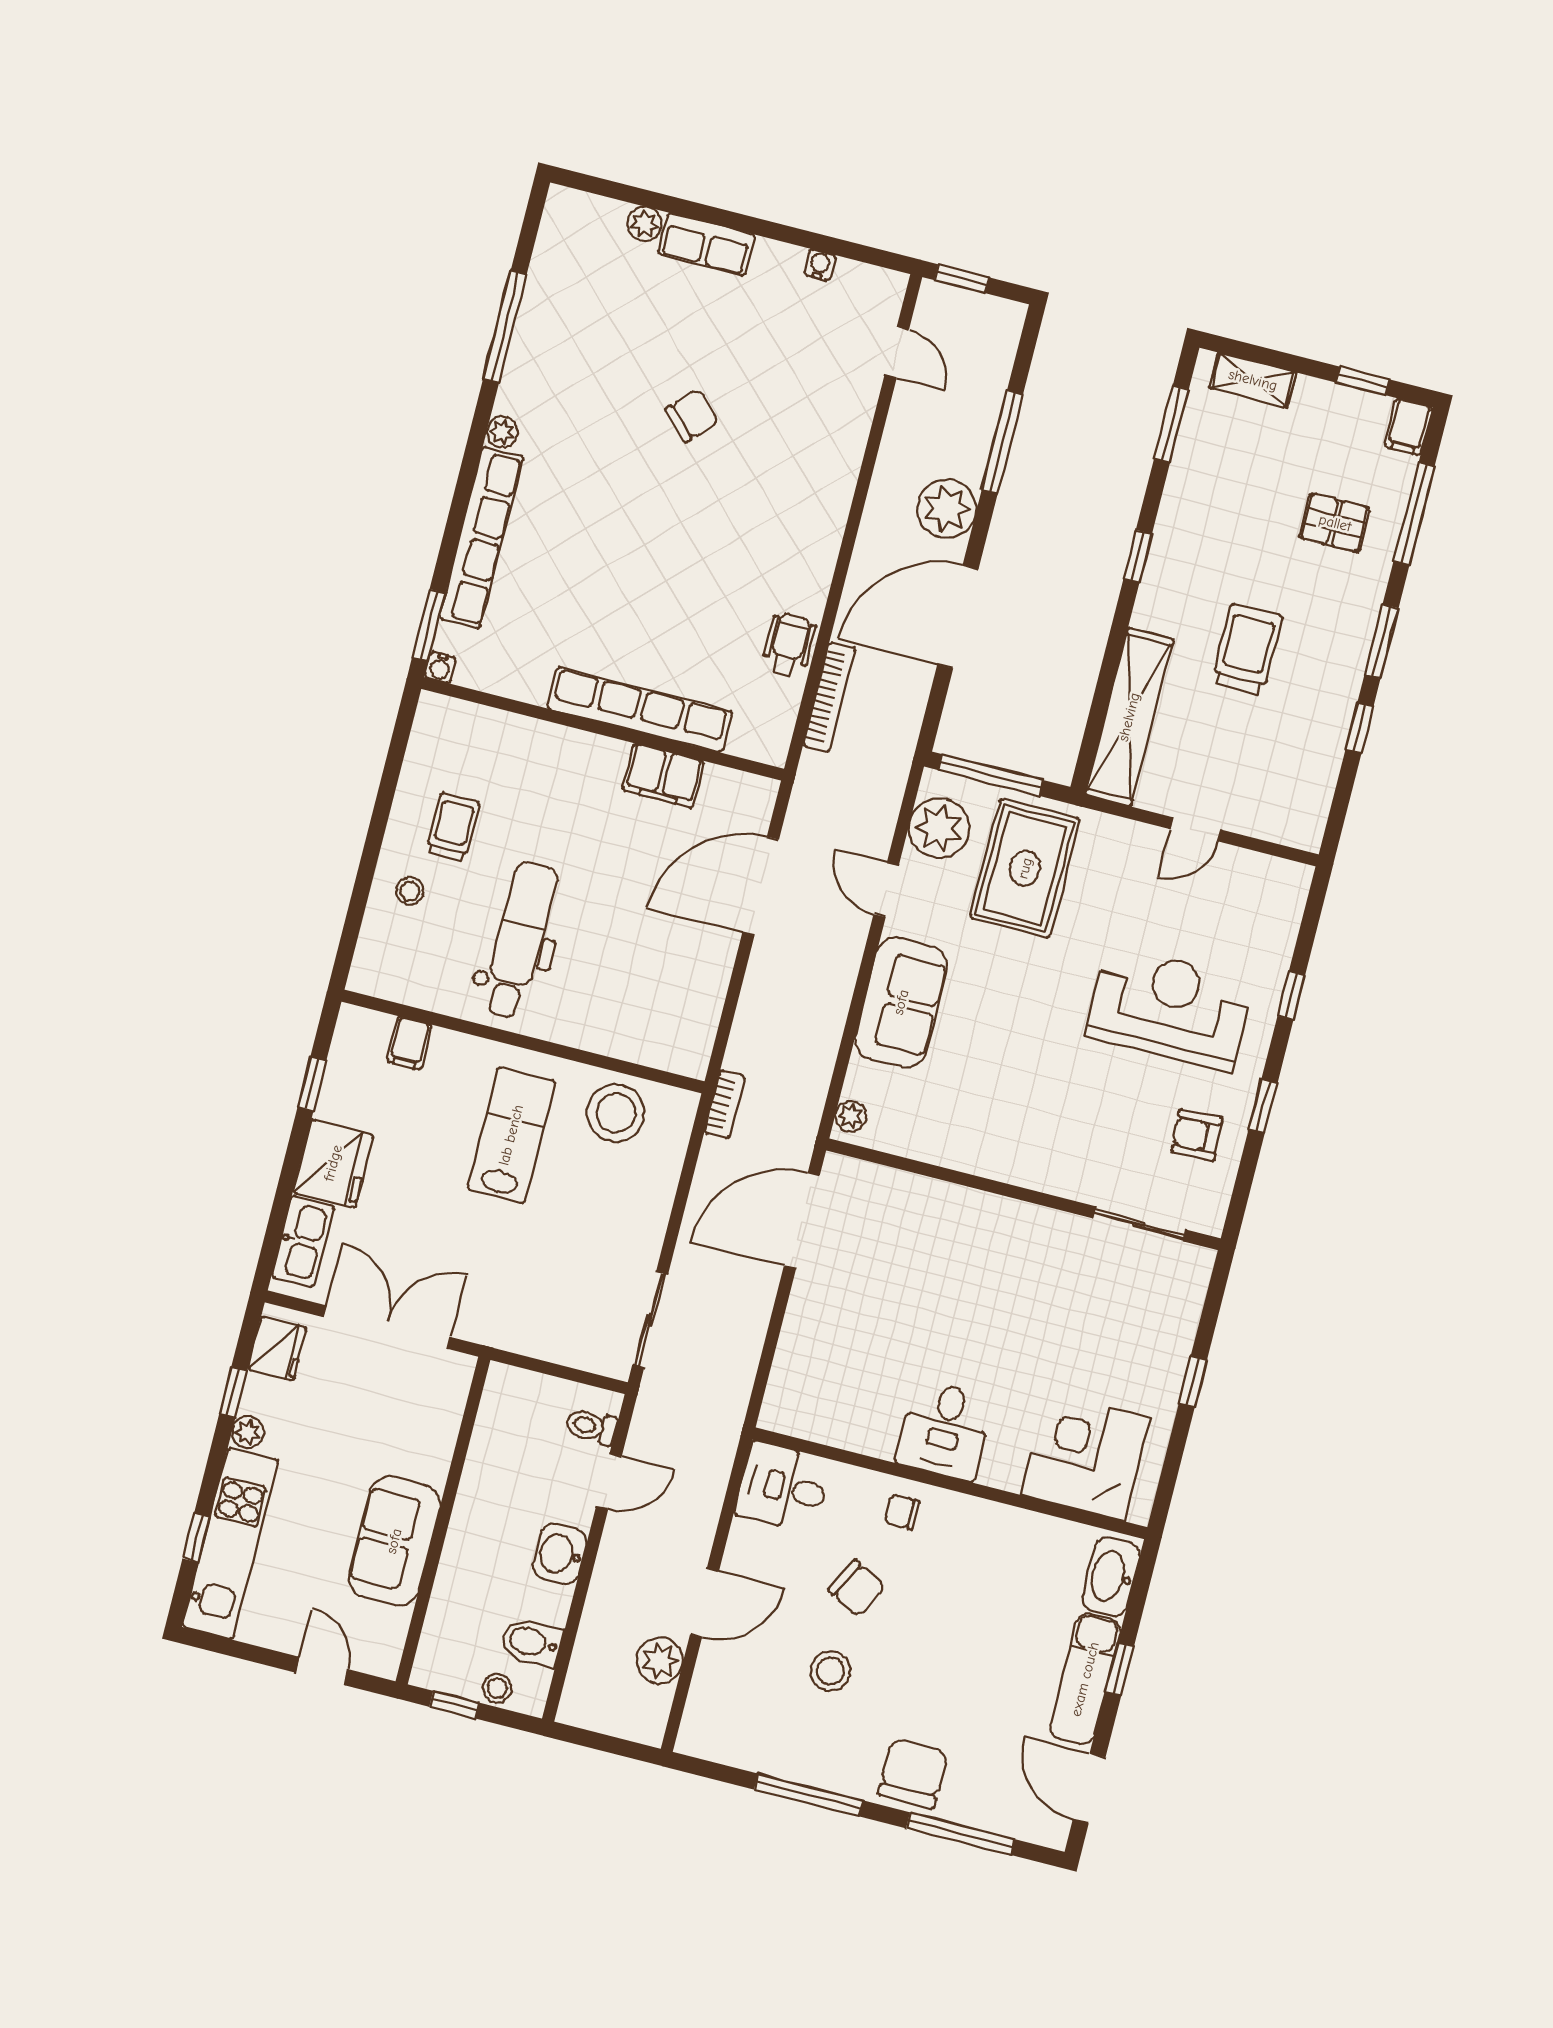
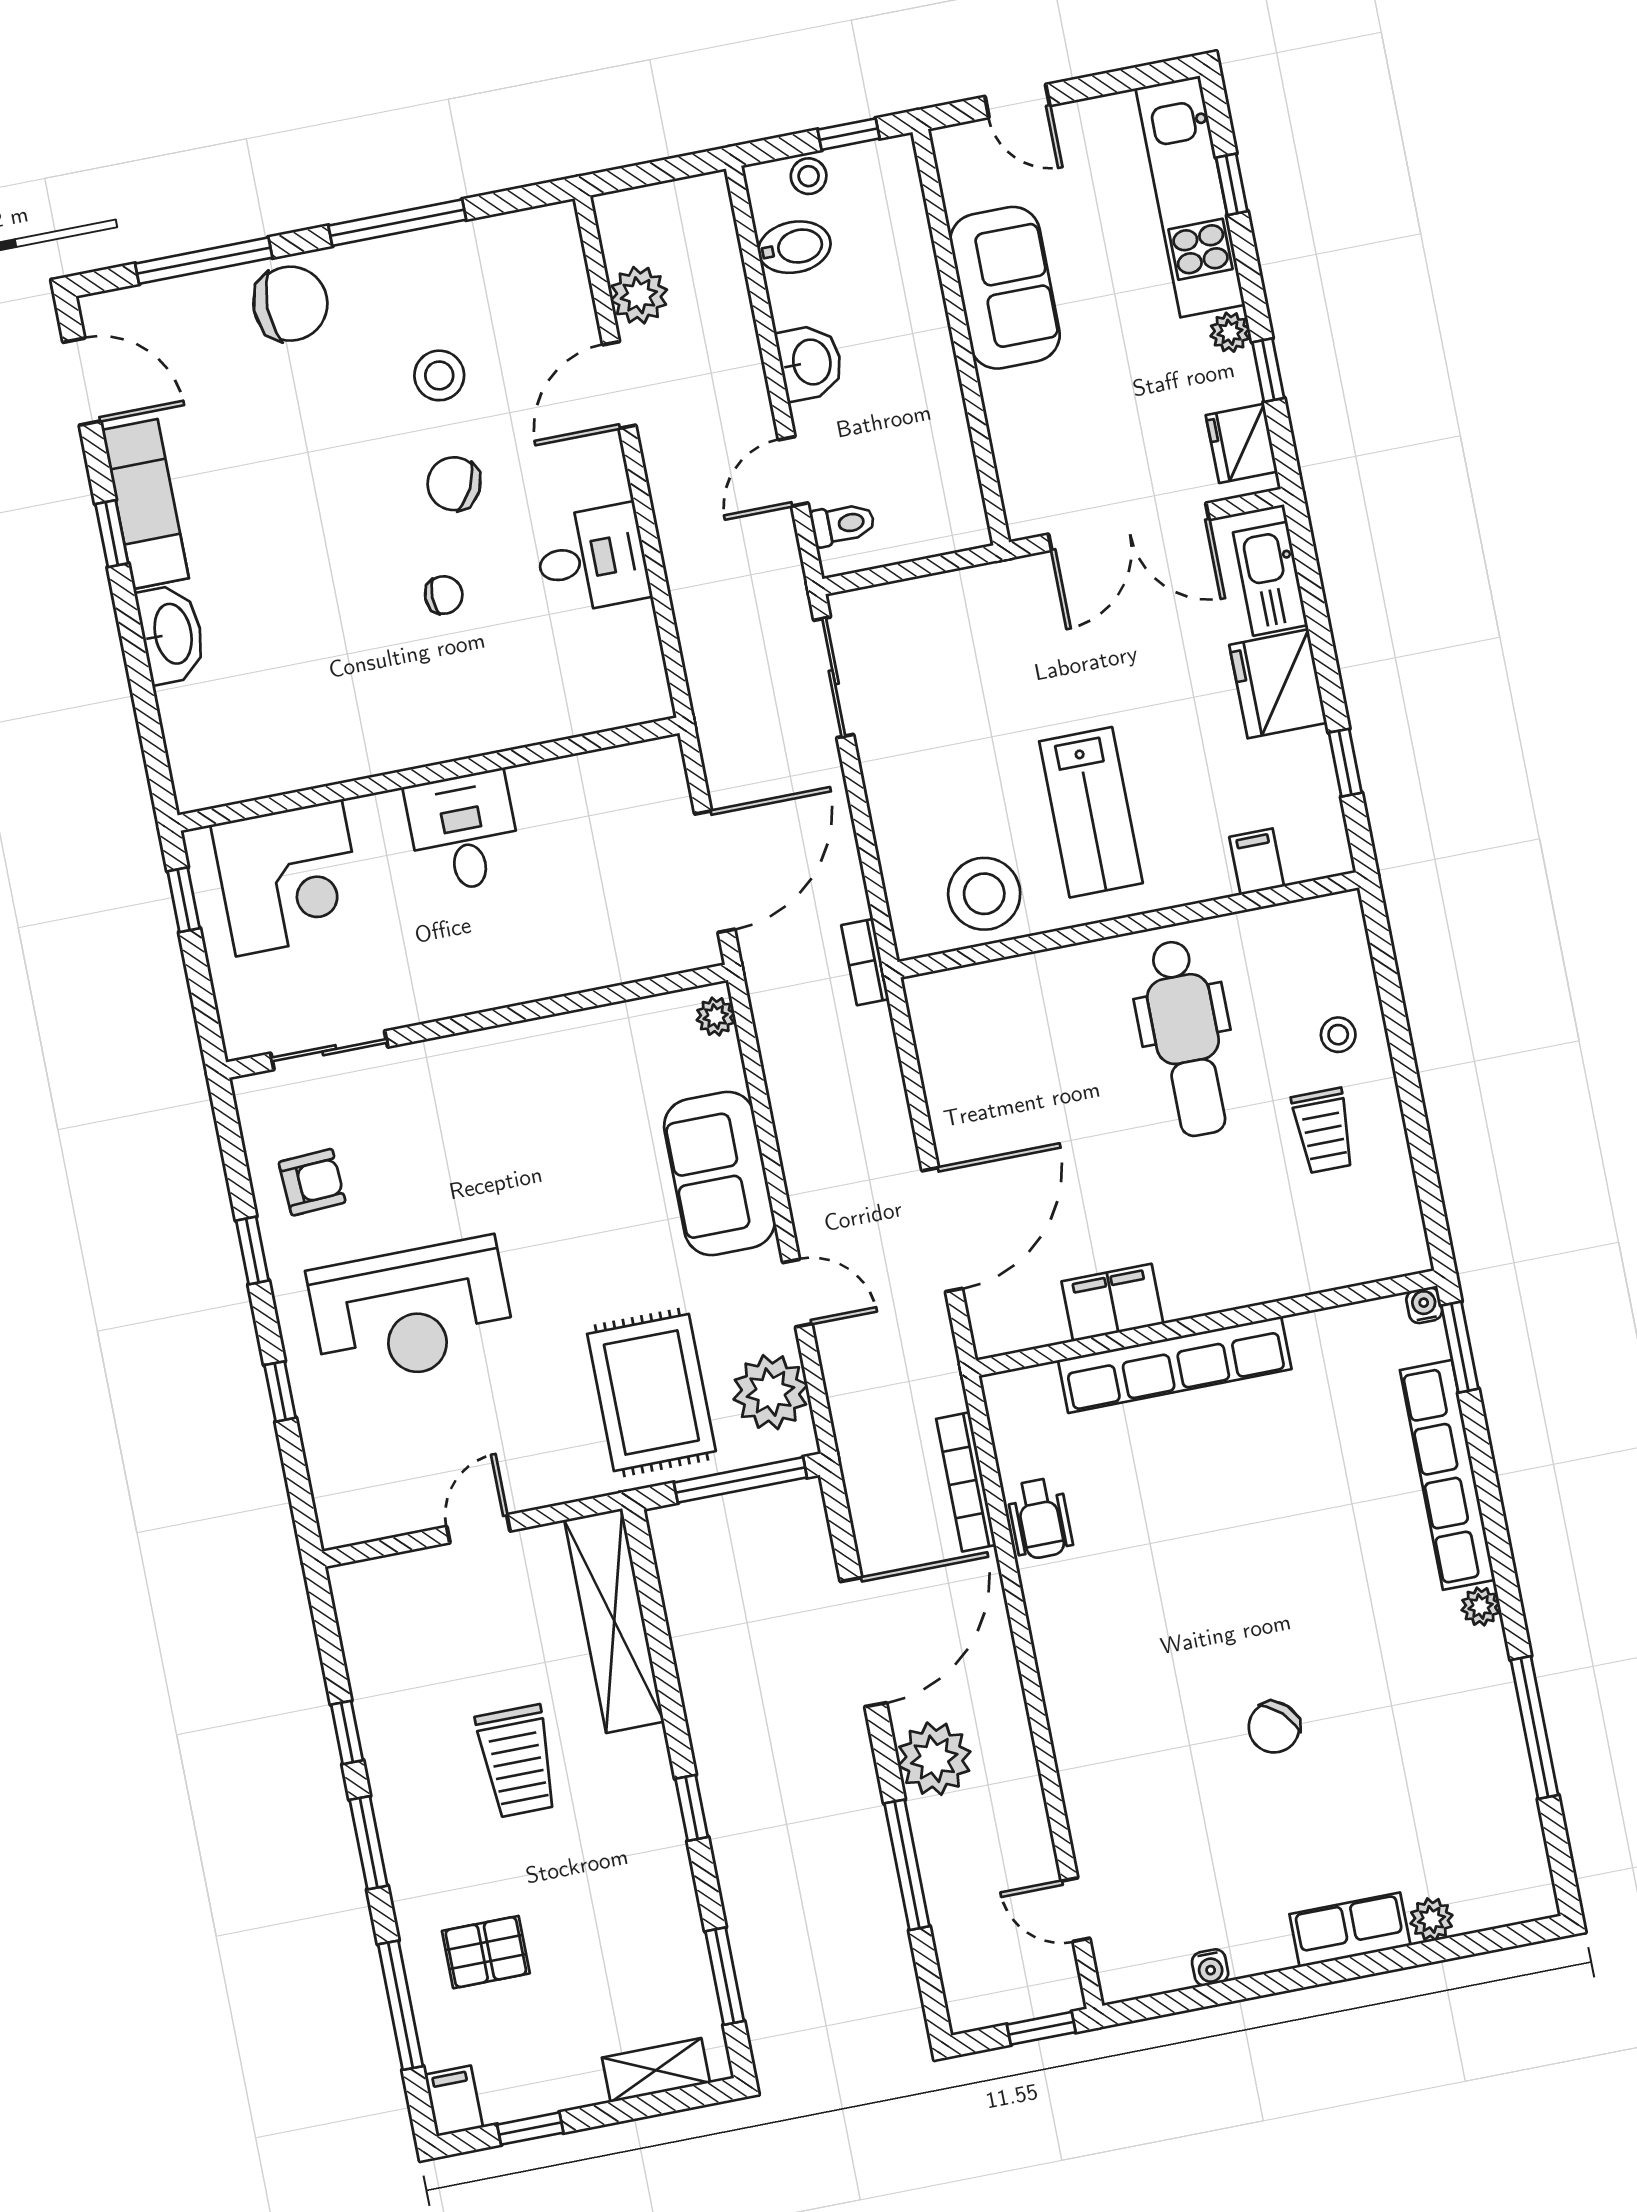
desk: (944, 1430) -> (463, 832), moved
corner desk: (1086, 1457) -> (289, 878), moved
wall: (950, 1483) -> (429, 774), moved
chair: (913, 1773) -> (290, 304), turned -90

